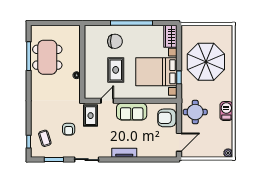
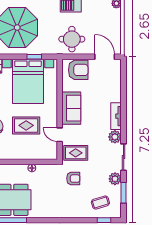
armchair: (167, 118) -> (78, 70), turned -90
armchair: (69, 129) -> (73, 179), moved
plant: (67, 152) -> (115, 179), added
plant: (105, 152) -> (115, 137), added

